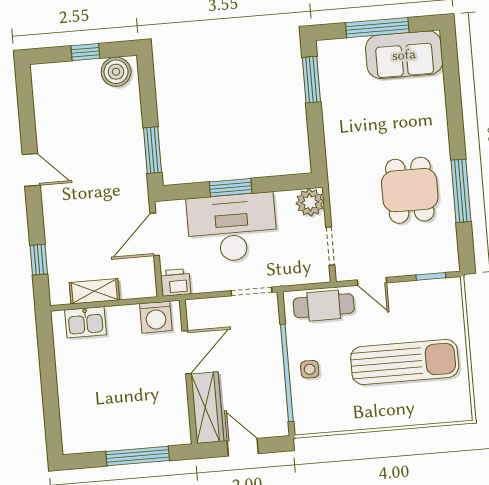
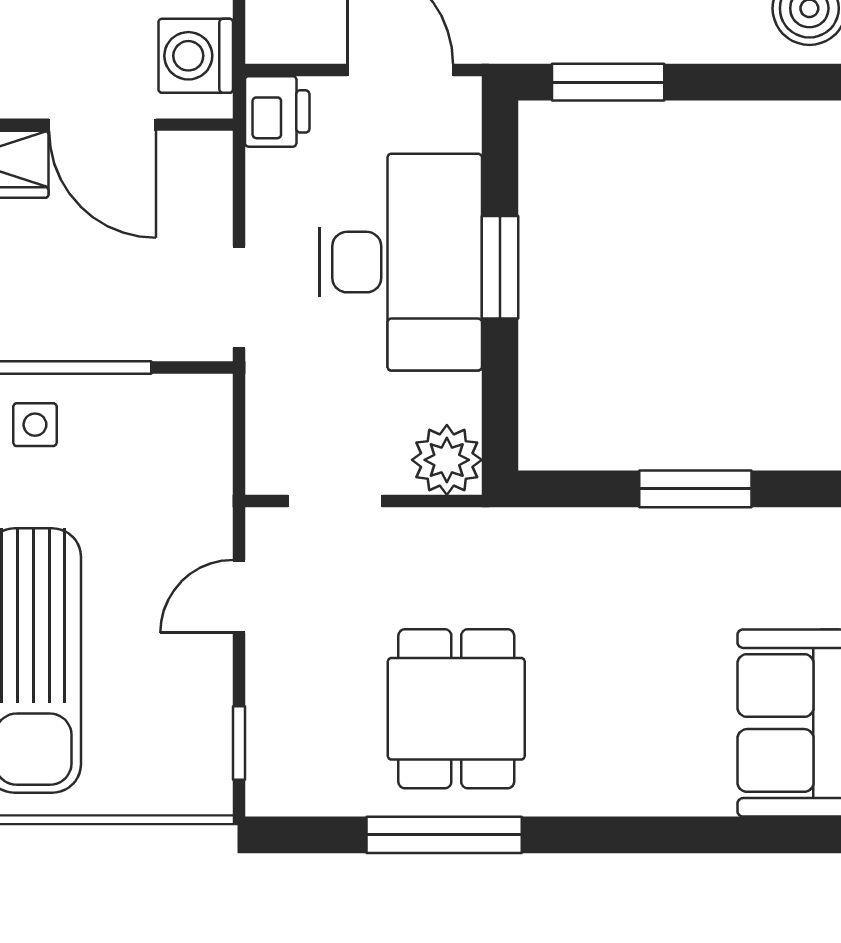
window: (311, 80) -> (695, 489), moved
dining table: (410, 190) -> (456, 709), turned 90
cafe table: (324, 306) -> (189, 472), removed

